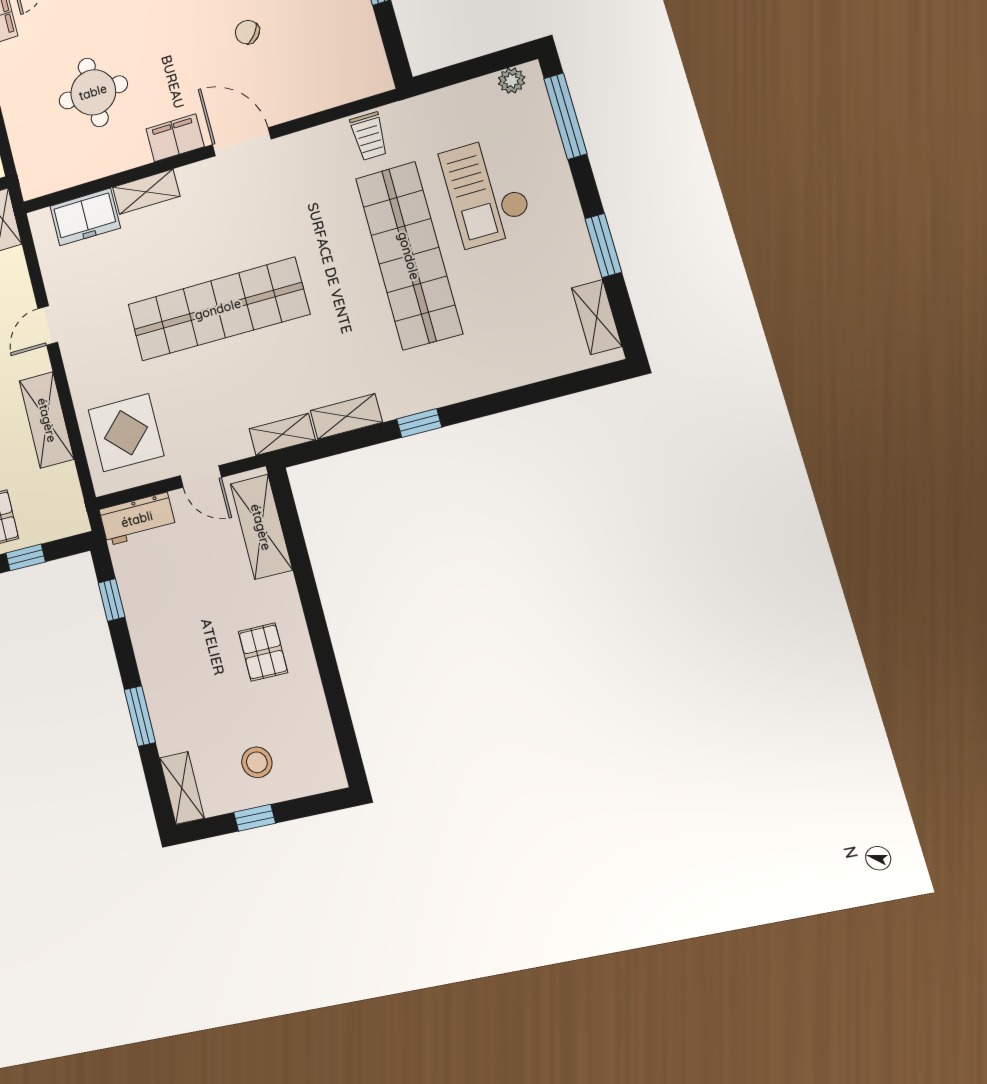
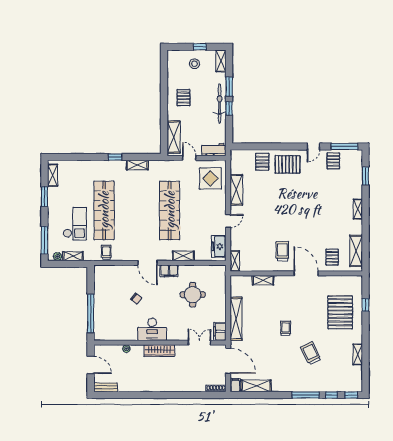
freezer: (85, 217) -> (219, 246), moved, turned -90
shop shelf: (218, 309) -> (170, 210), turned 90
shelving: (282, 434) -> (73, 256), moved
window: (26, 557) -> (255, 146), removed
window: (112, 600) -> (229, 108), moved
bicycle: (155, 659) -> (220, 104), added

